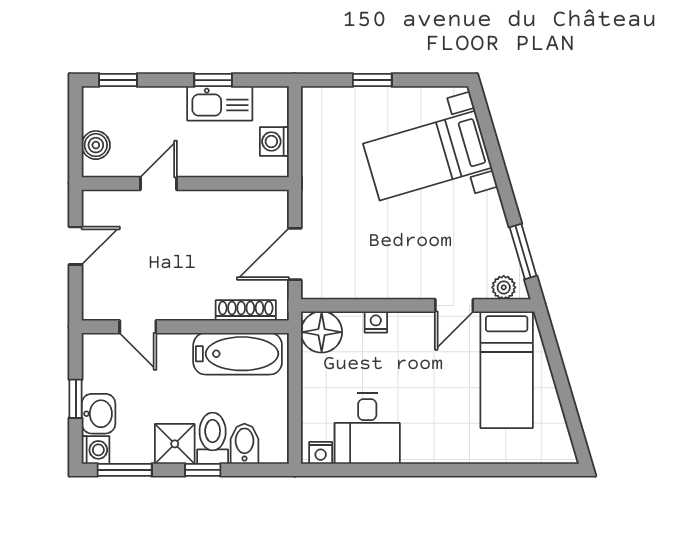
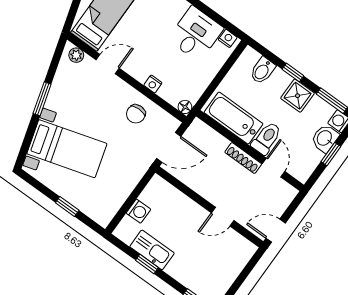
boiler: (96, 145) -> (229, 274), removed
door: (159, 184) -> (223, 217), moved
wall: (185, 184) -> (209, 207), moved
window: (523, 251) -> (42, 99), moved
chair: (370, 267) -> (136, 114), added
shoe rack: (246, 310) -> (243, 158), moved
floor lamp: (322, 332) -> (185, 107), width x0.53, depth x0.53
toilet: (213, 438) -> (266, 138), moved, turned 180

